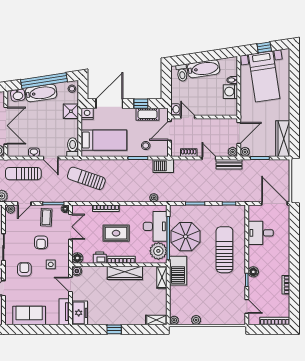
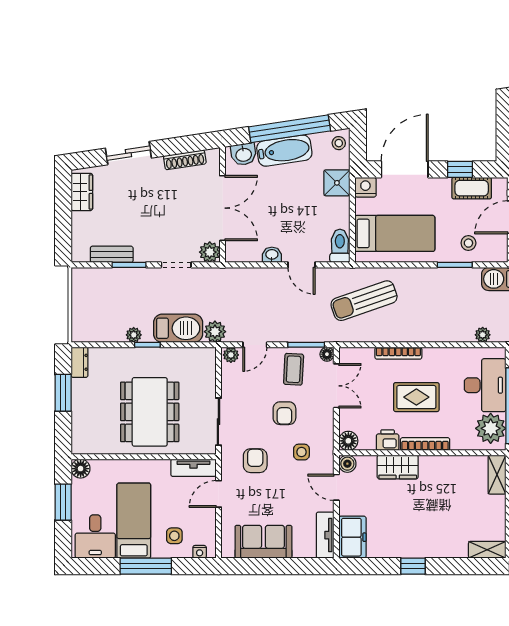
sun lounger: (23, 174) -> (253, 292), removed
sun lounger: (86, 178) -> (364, 301), turned -38
wardrobe: (125, 273) -> (398, 467), moved, width x0.67

